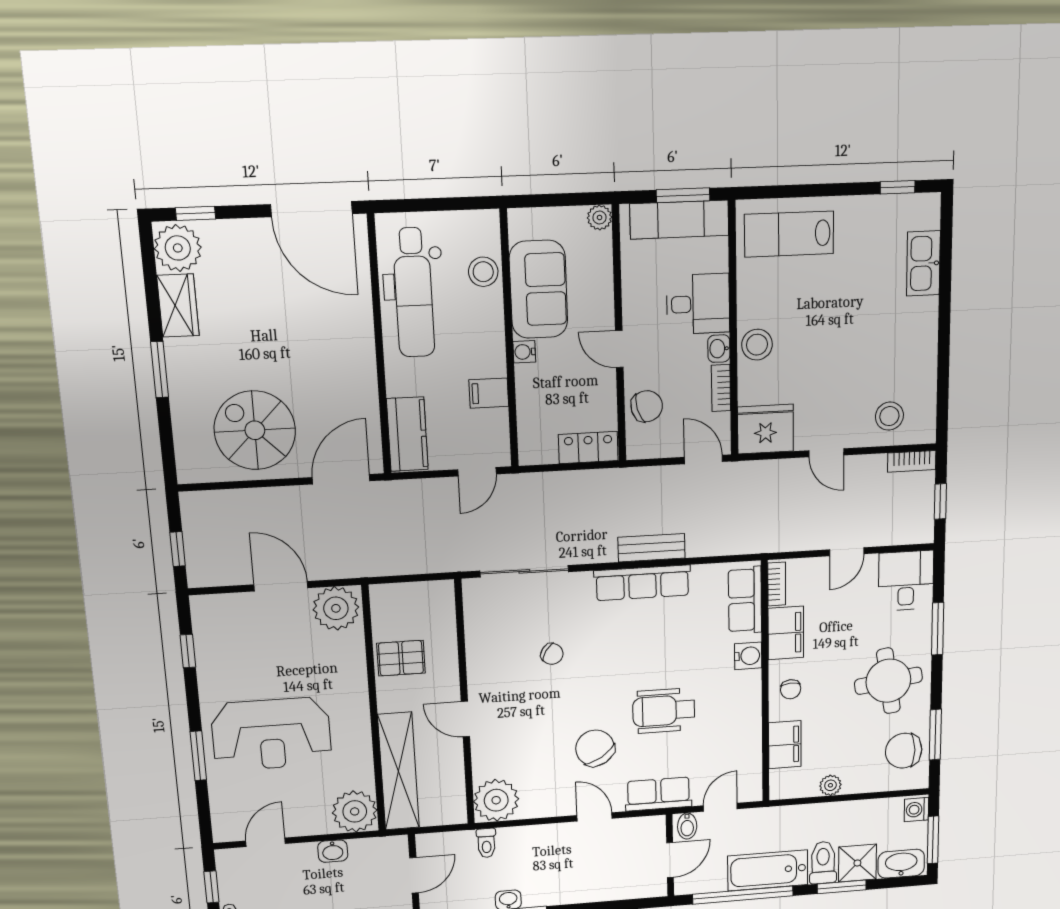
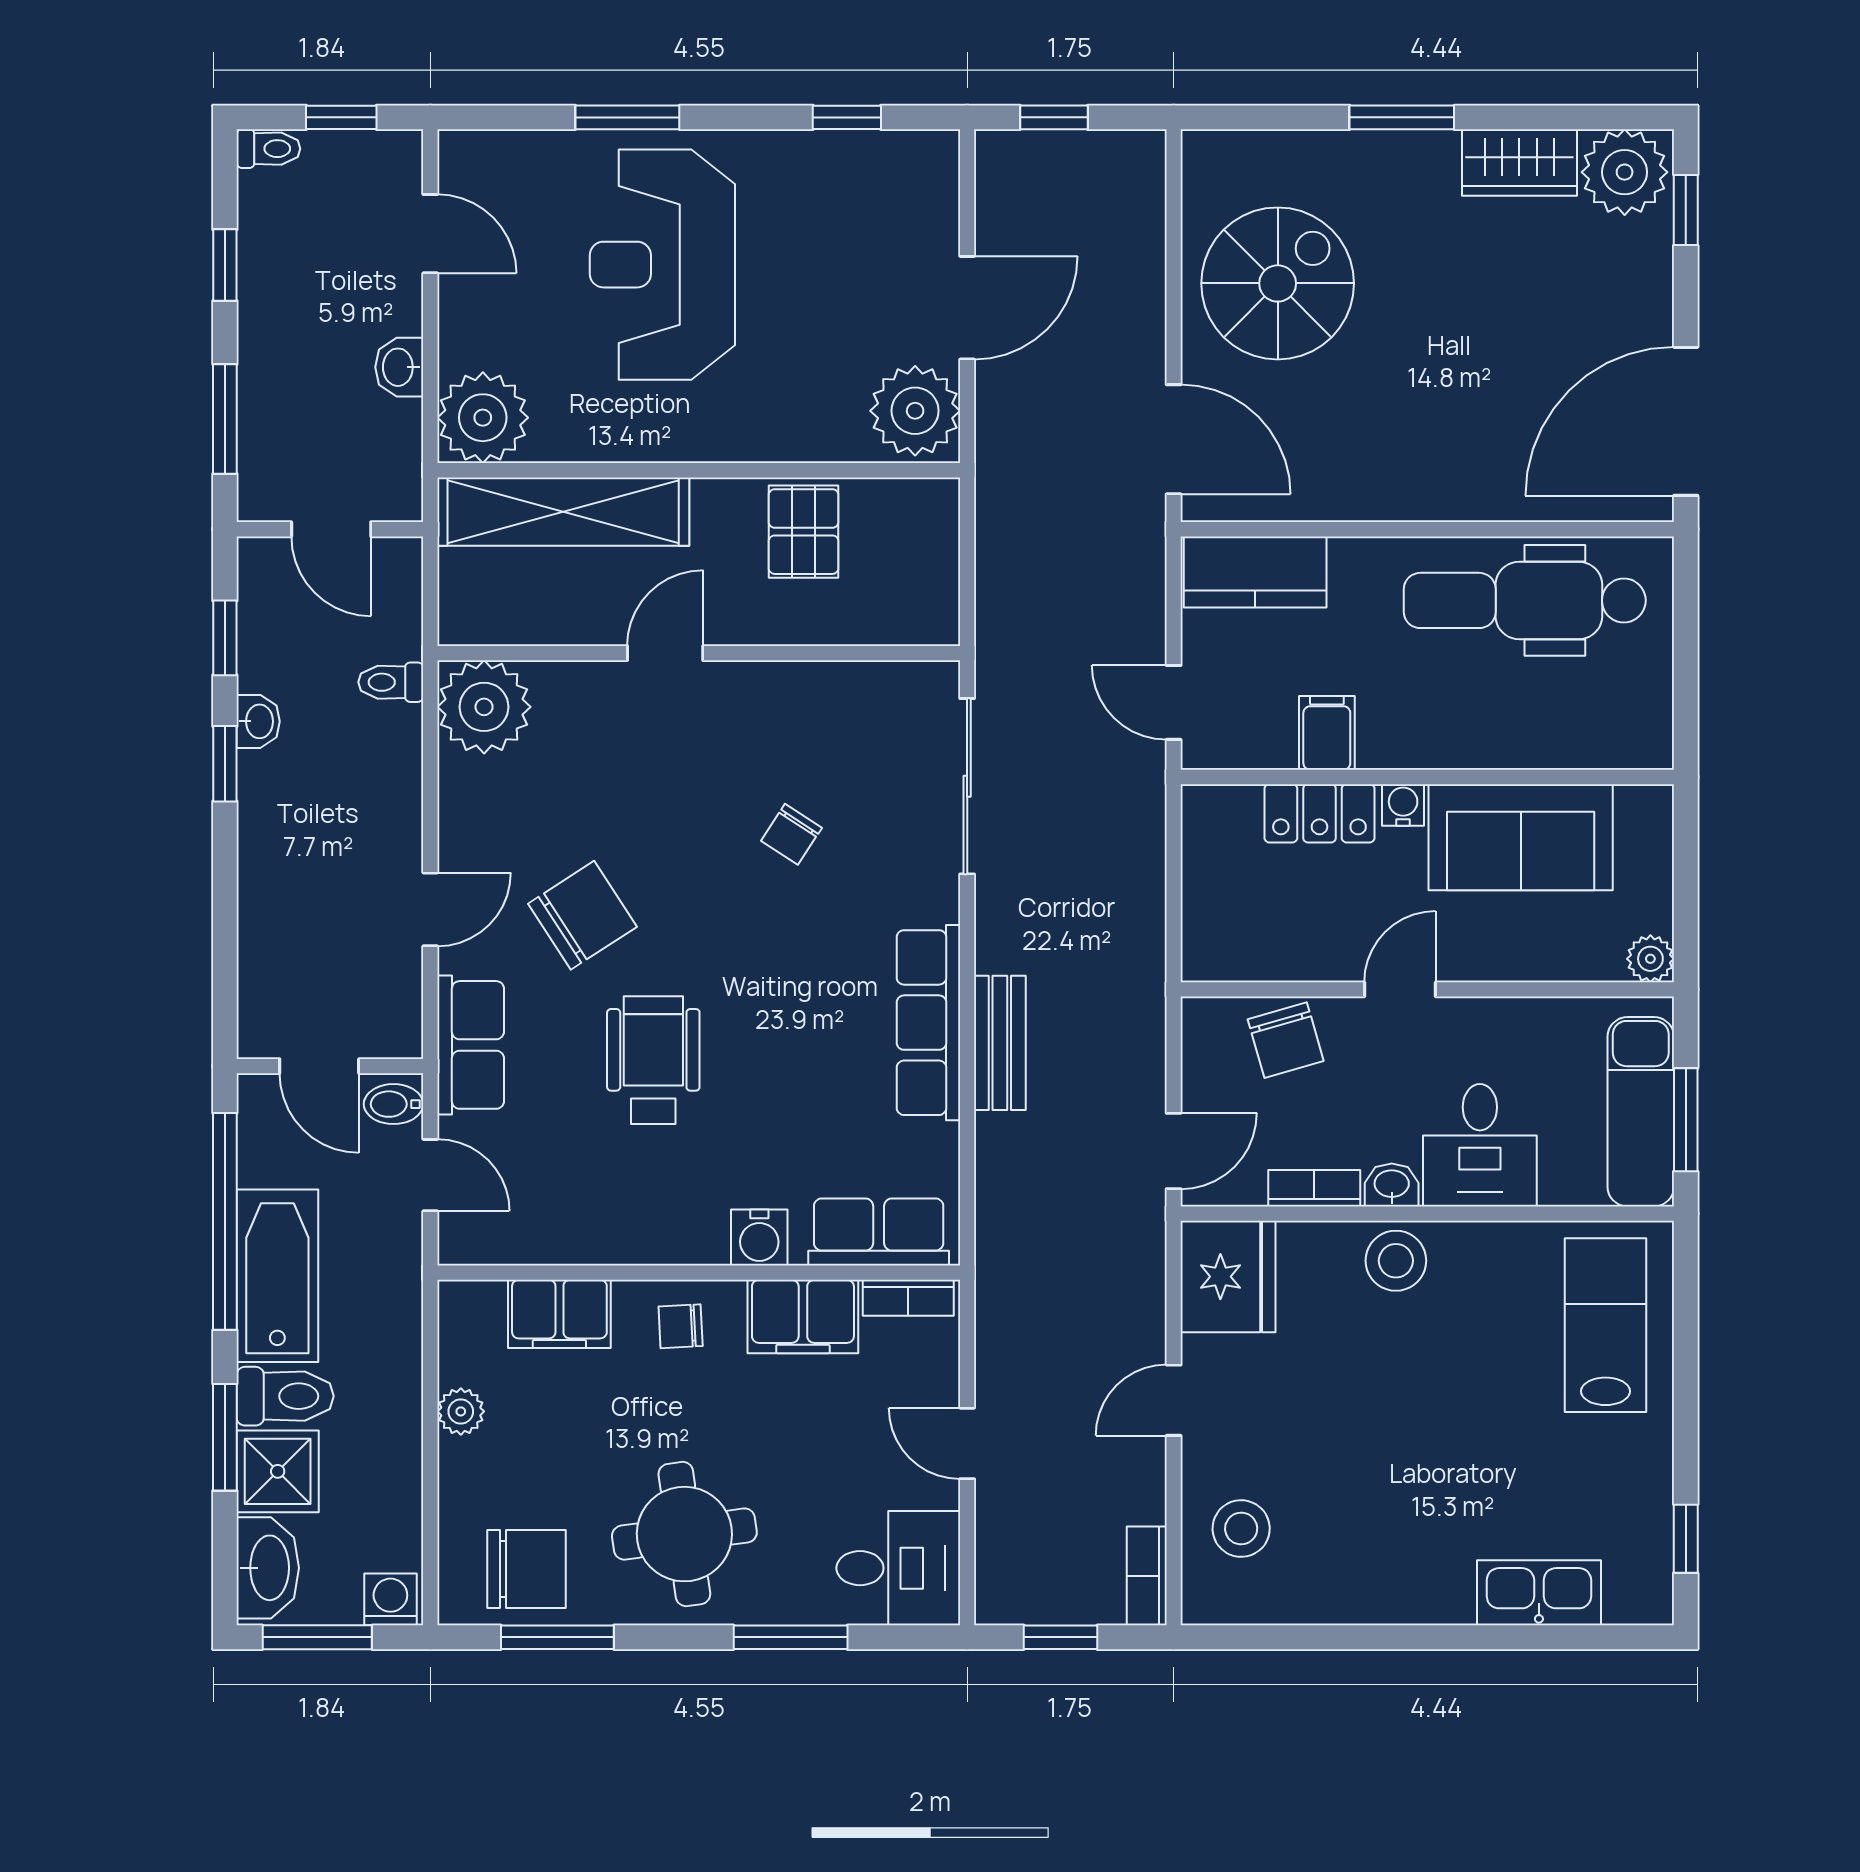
stool: (483, 272) -> (1558, 734), removed
locker: (588, 447) -> (1319, 813), moved, turned 90
chair: (904, 751) -> (527, 1569), turned 90

